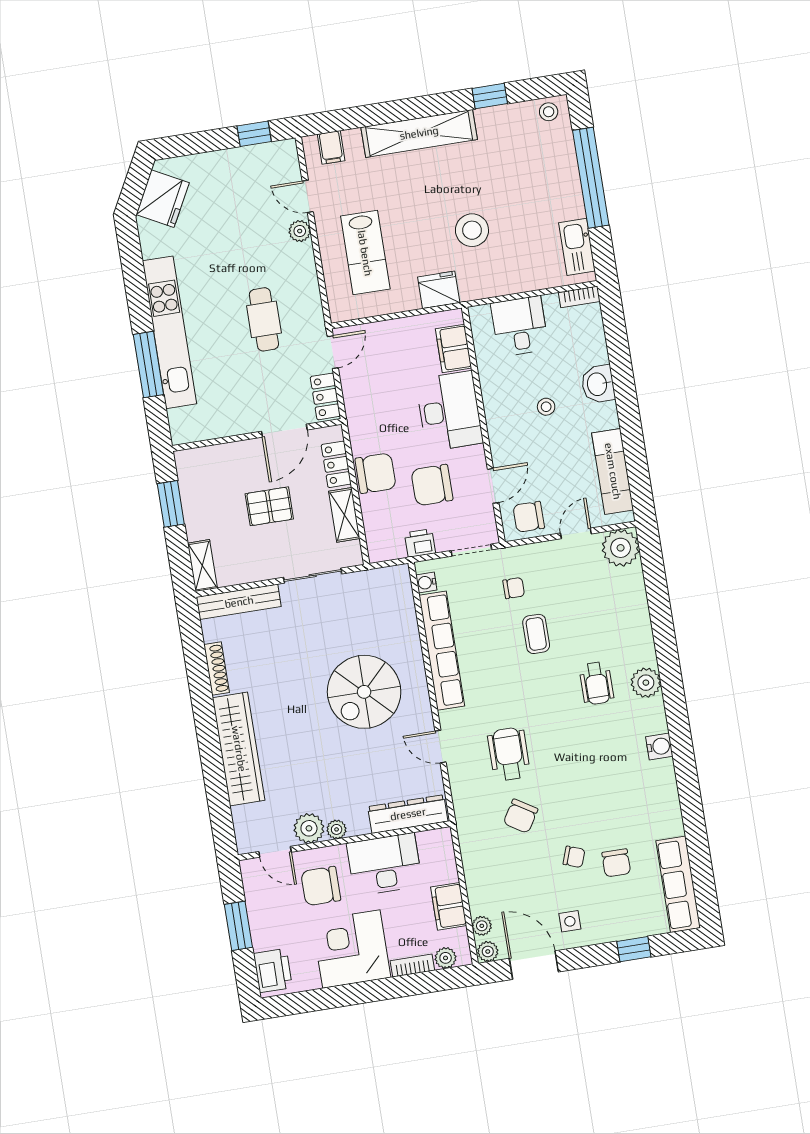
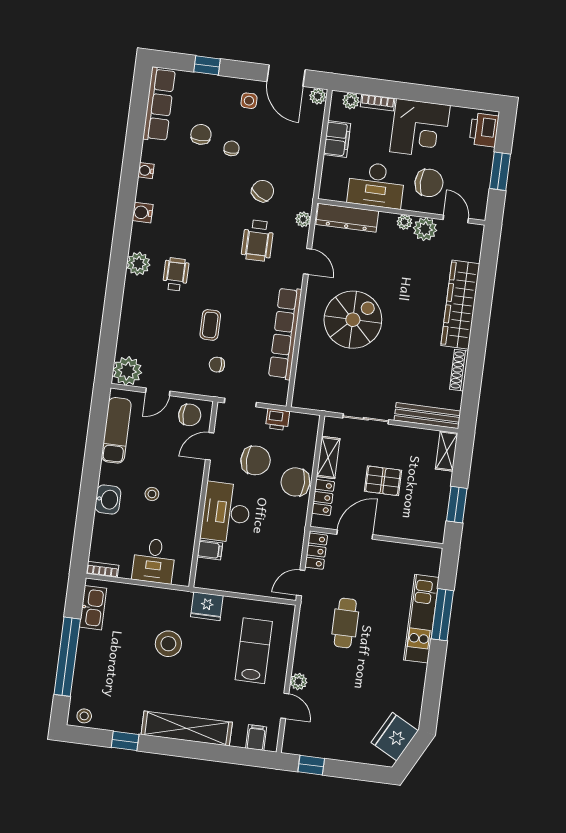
kitchen unit: (169, 332) -> (421, 619), width x0.73
filing cabinet: (453, 348) -> (210, 550), width x0.50
water cooler: (426, 582) -> (146, 171), moved, turned 180
chair: (574, 857) -> (231, 148), turned 70
plant: (482, 926) -> (303, 219), moved

